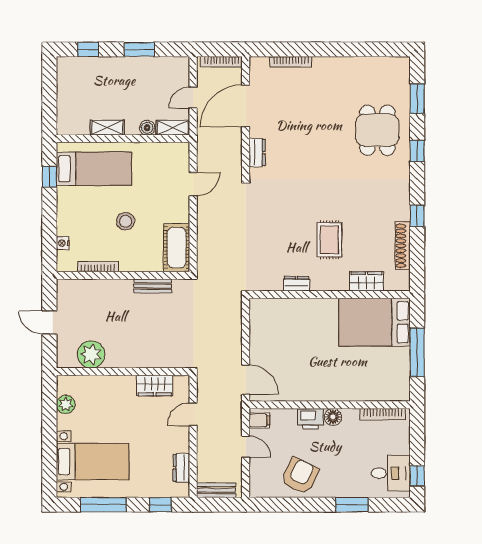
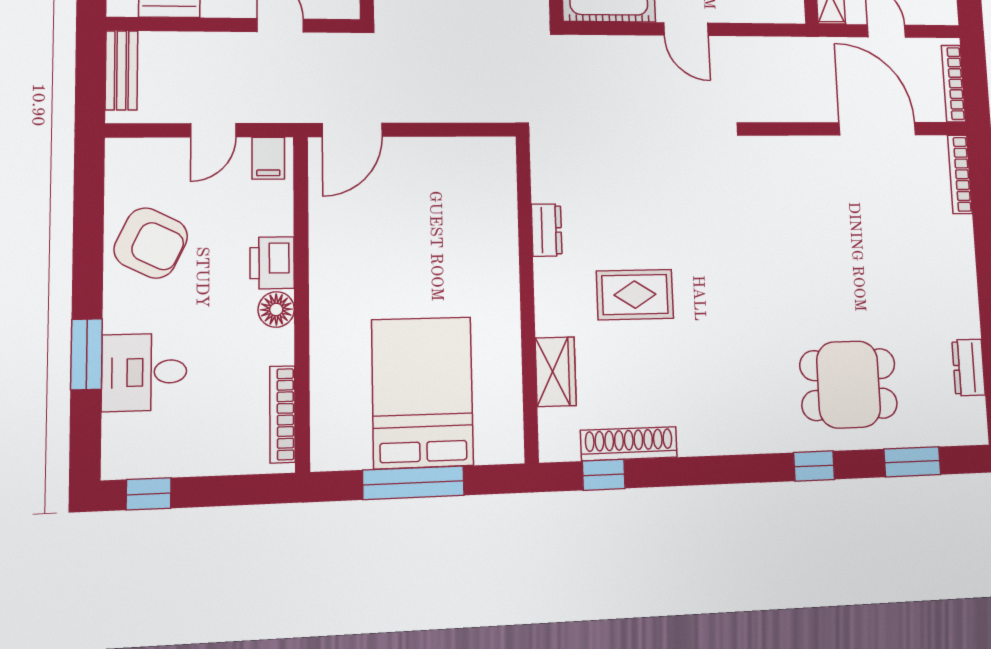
bookcase: (291, 62) -> (960, 174), moved
dresser: (257, 152) -> (969, 367), moved, turned 90
door: (193, 184) -> (686, 29), moved
window: (417, 216) -> (604, 475), moved
bed: (374, 322) -> (422, 392), moved
desk: (391, 473) -> (144, 372), moved, turned 90

